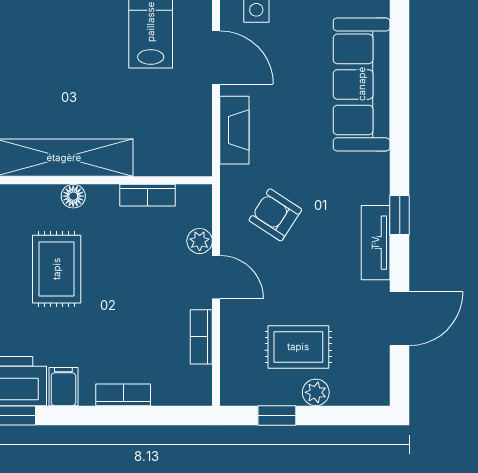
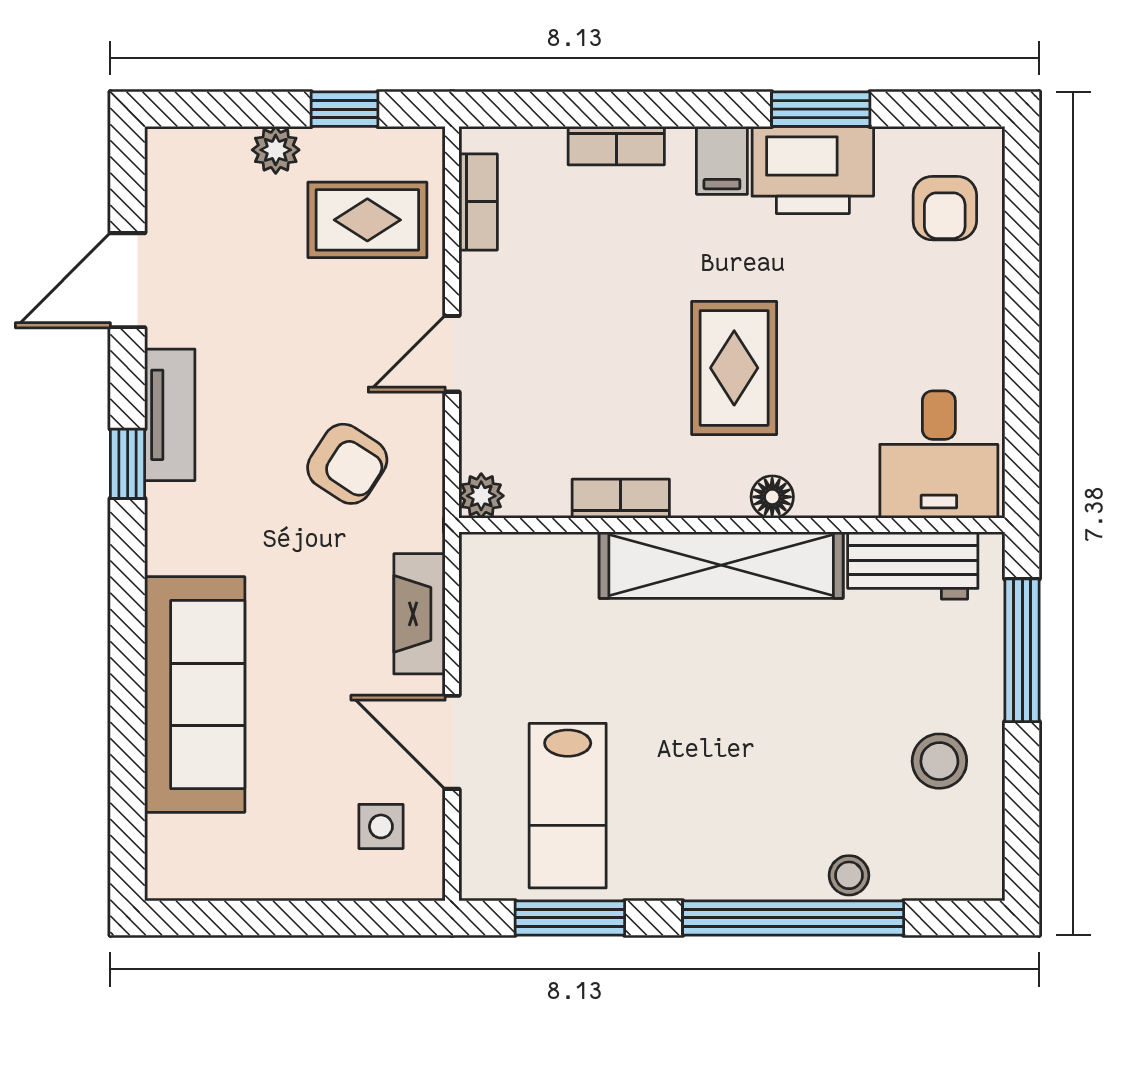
bookcase: (148, 195) -> (621, 499), moved
floor lamp: (73, 196) -> (772, 497), moved
plant: (200, 241) -> (481, 496), moved
door: (216, 277) -> (452, 354), hinge flipped
bookcase: (201, 337) -> (478, 202), moved
rug: (298, 347) -> (367, 220), moved

